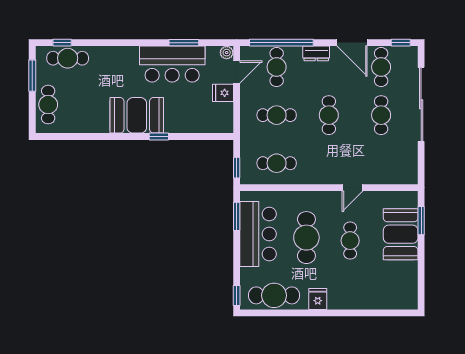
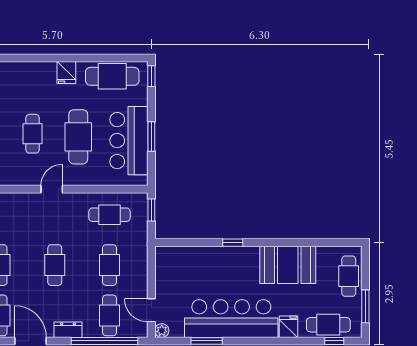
bar counter: (172, 64) -> (231, 319), width x1.36
door: (237, 72) -> (151, 310), hinge flipped
fridge: (223, 93) -> (288, 327), moved, turned -90
booth: (137, 115) -> (288, 265), moved
cafe table: (277, 115) -> (110, 265), turned 90
door: (352, 188) -> (52, 189), moved
window: (237, 216) -> (151, 137), moved

